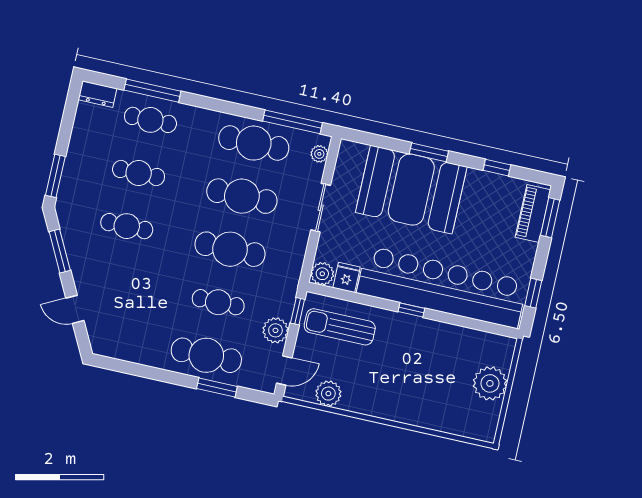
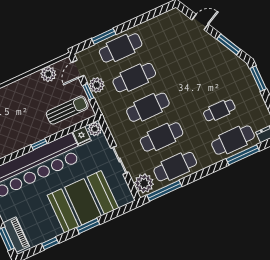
cafe table: (150, 120) -> (233, 140), width x1.37, depth x1.35
plant: (319, 154) -> (144, 183), width x1.87, depth x1.87
cafe table: (127, 226) -> (206, 81), removed
cafe table: (218, 302) -> (134, 78), width x1.37, depth x1.35
window: (298, 311) -> (88, 92), moved

